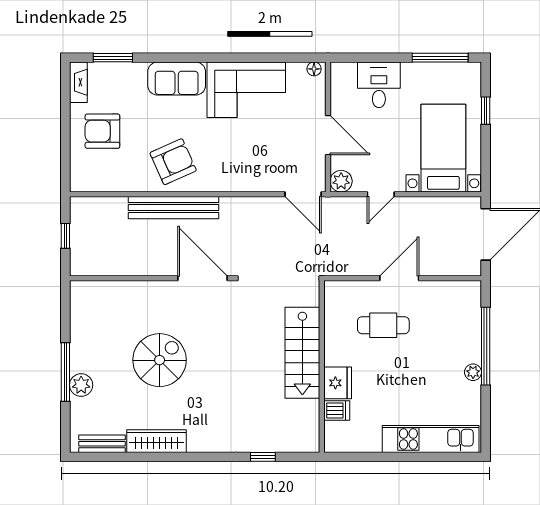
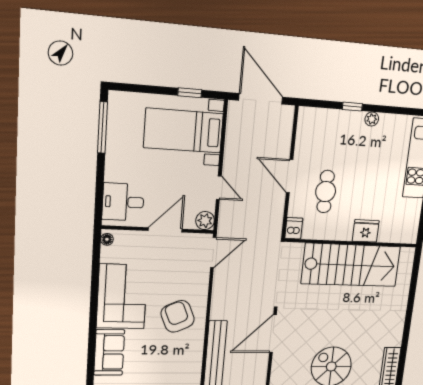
desk: (379, 85) -> (123, 202), moved
window: (486, 111) -> (190, 93), moved
armchair: (173, 162) -> (178, 316), moved
window: (486, 346) -> (352, 107), width x0.32
stairs: (302, 353) -> (351, 265), width x1.36, depth x1.51
dishwasher: (337, 410) -> (294, 228), moved
window: (263, 457) -> (412, 291), removed

